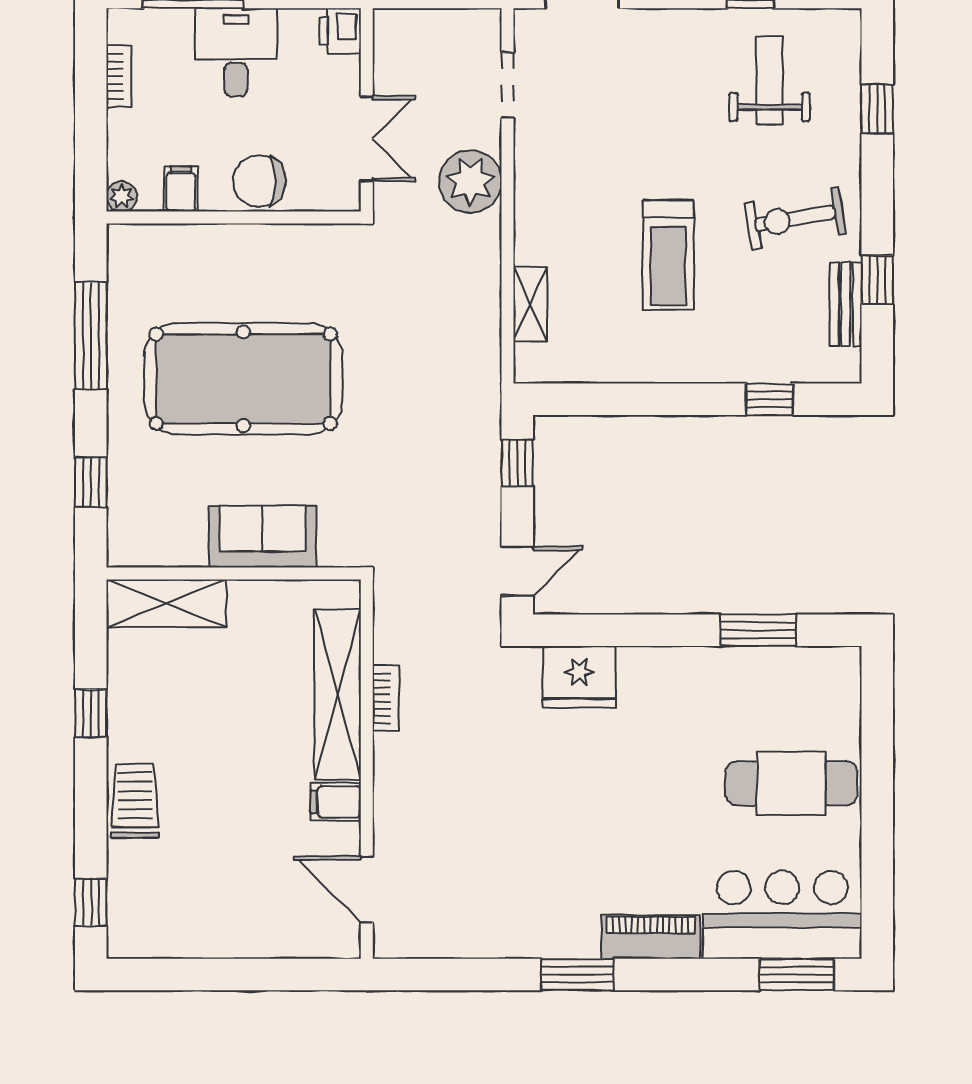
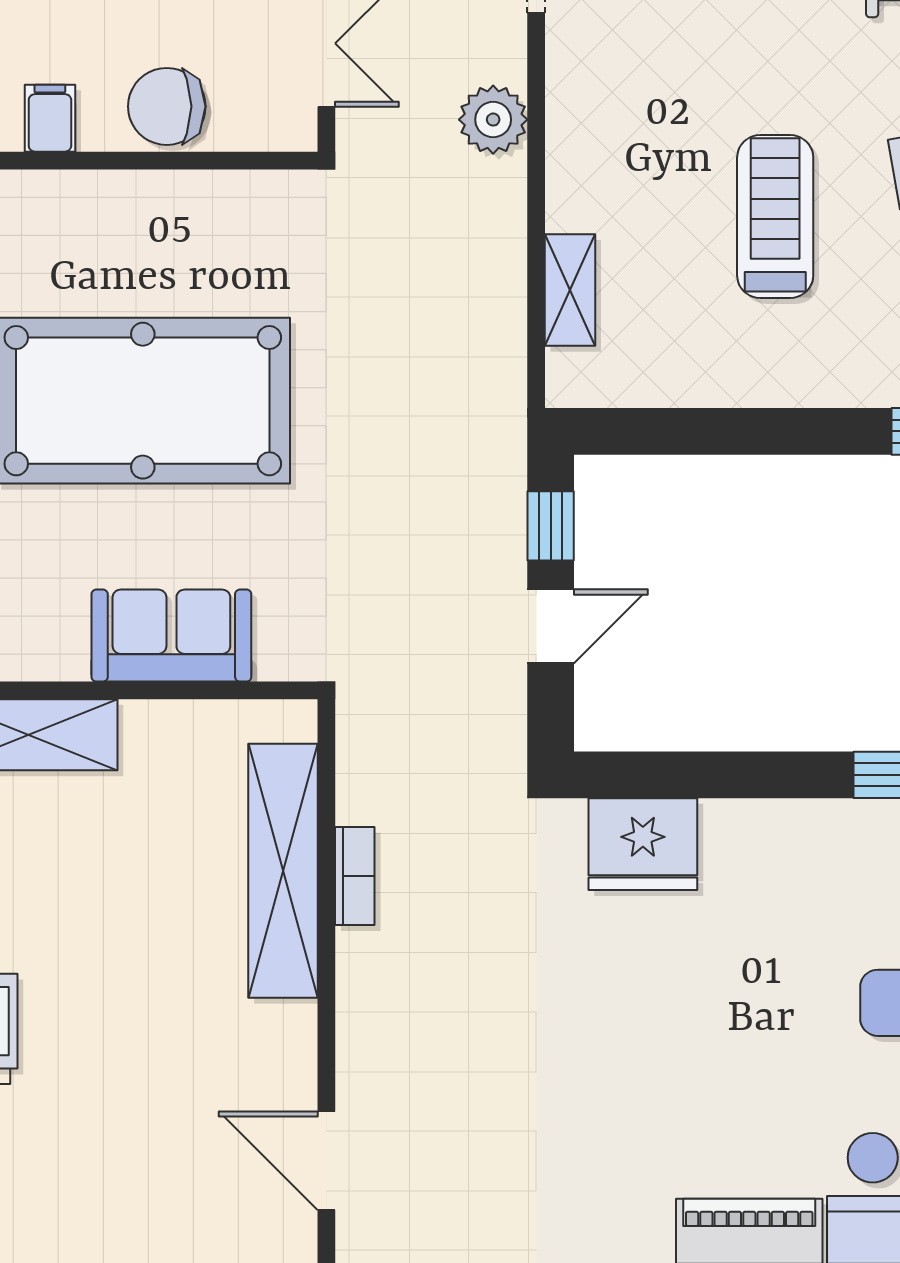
plant: (470, 181) -> (493, 120), width x0.73, depth x0.73
treadmill: (668, 255) -> (775, 217), turned 180
door: (517, 571) -> (551, 626), moved
filing cabinet: (336, 802) -> (281, 1030), removed

